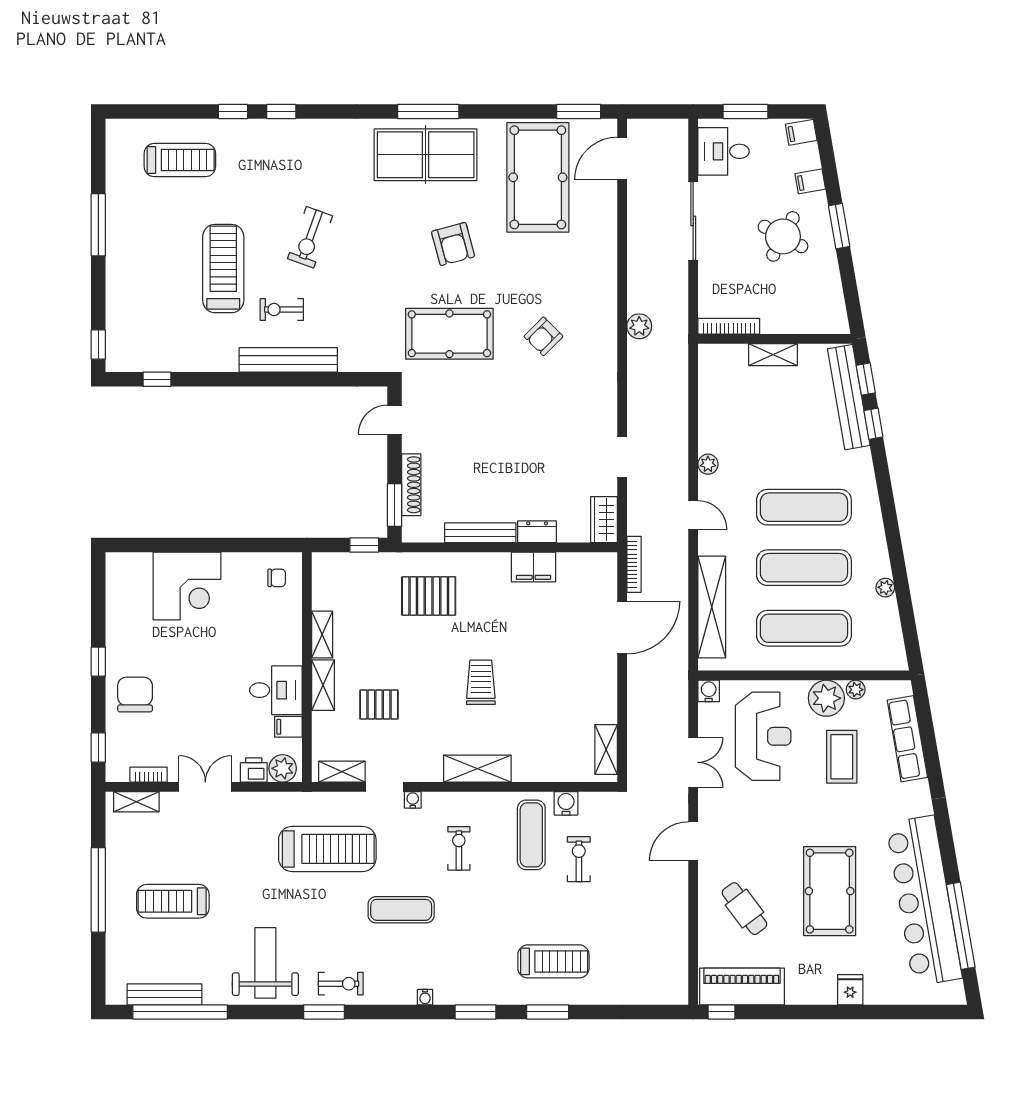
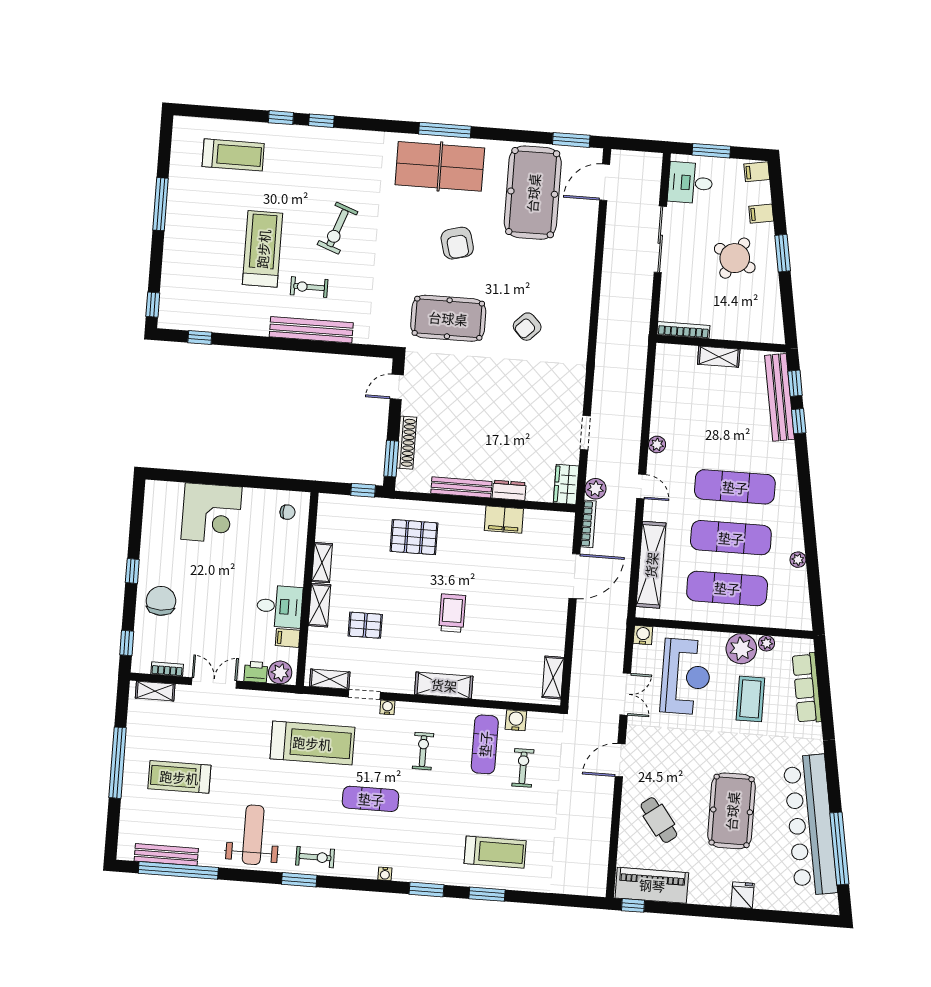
plant: (639, 326) -> (596, 489), moved

